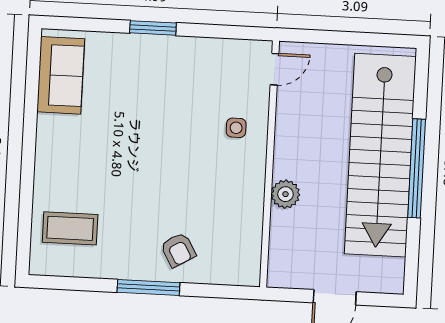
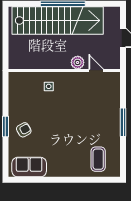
door: (275, 69) -> (96, 70), moved
armchair: (178, 250) -> (24, 130), moved

